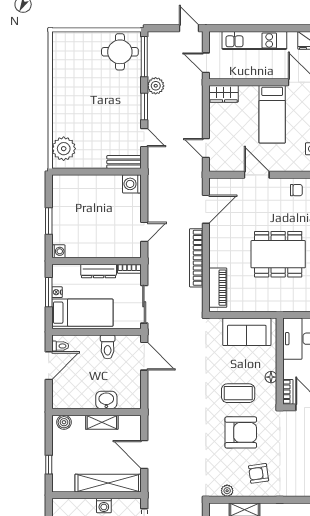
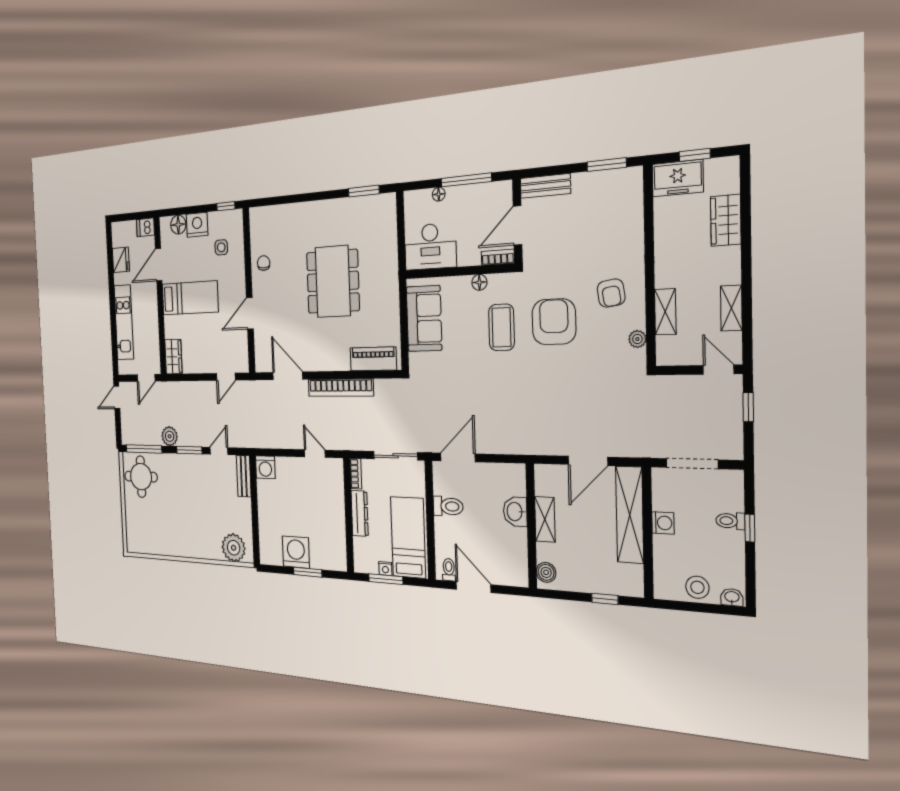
washing machine: (58, 251) -> (296, 552), moved, width x1.89, depth x1.89

